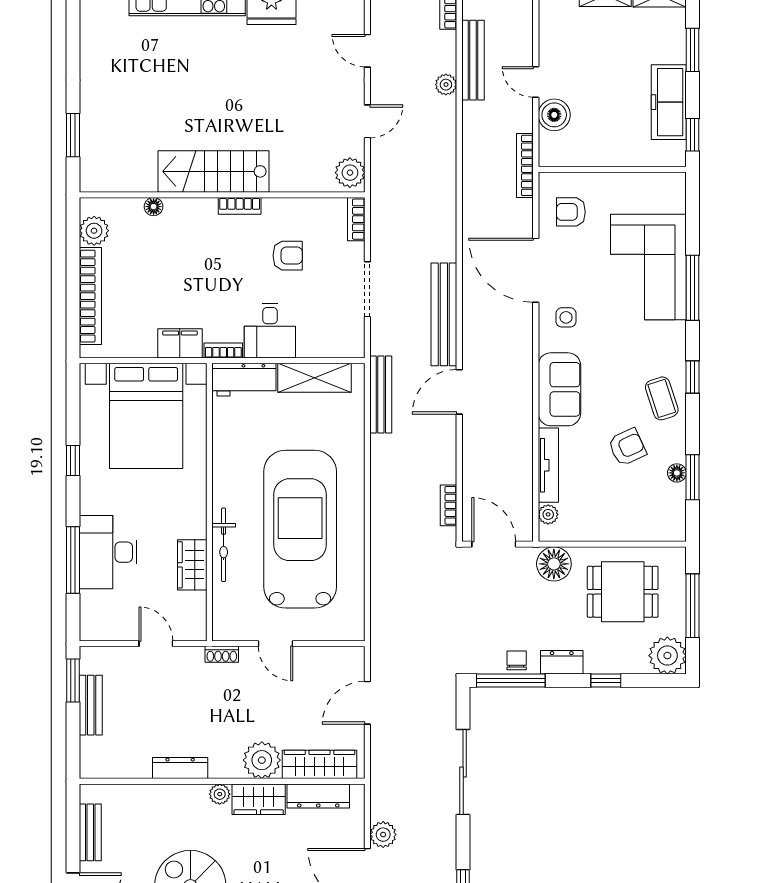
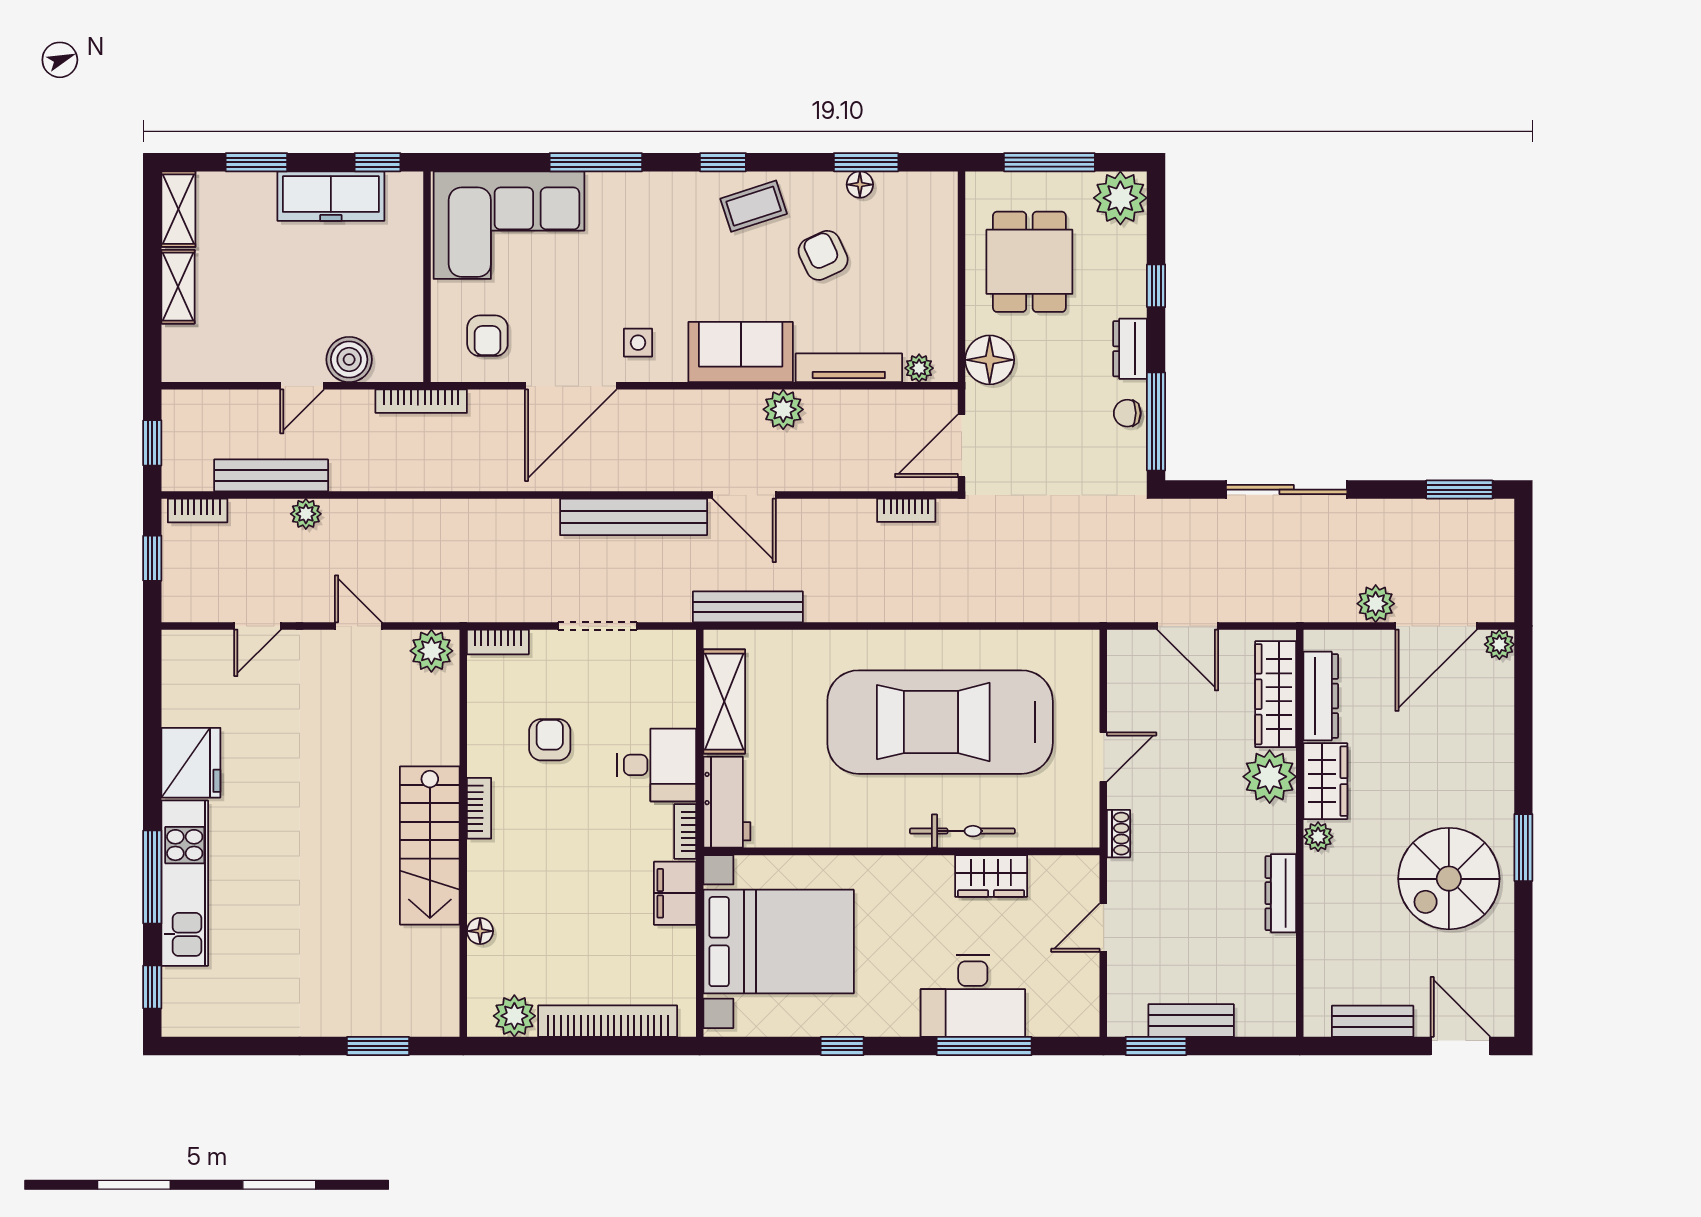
corner sofa: (648, 267) -> (509, 225), moved
plant: (519, 419) -> (783, 409), added

